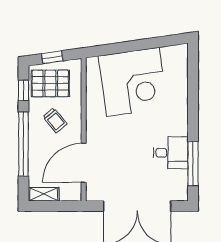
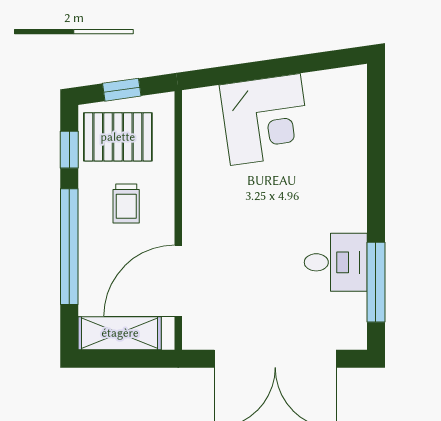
corner desk: (133, 82) -> (265, 119), width x0.74, depth x0.74
trolley: (55, 120) -> (126, 204), turned 40
shelving: (44, 194) -> (120, 333), width x1.50, depth x1.33

